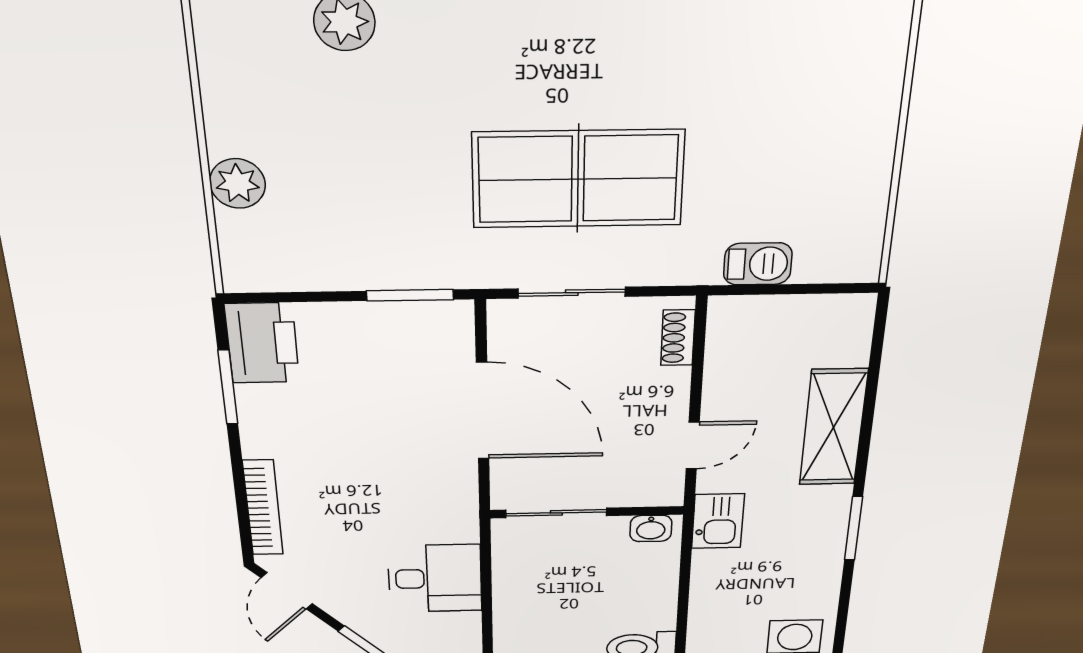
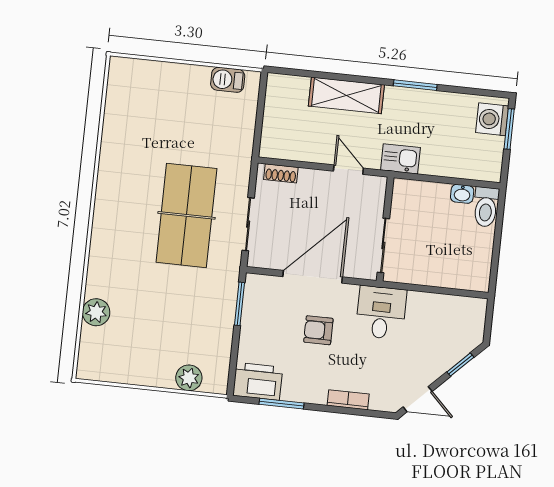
plant: (237, 183) -> (189, 378), moved
barbecue: (758, 264) -> (228, 80), moved, turned -90
armchair: (382, 431) -> (318, 330), added
bookcase: (263, 508) -> (348, 400), width x0.64
washbasin: (651, 528) -> (462, 194), moved, turned 90
desk: (435, 578) -> (381, 313), moved

